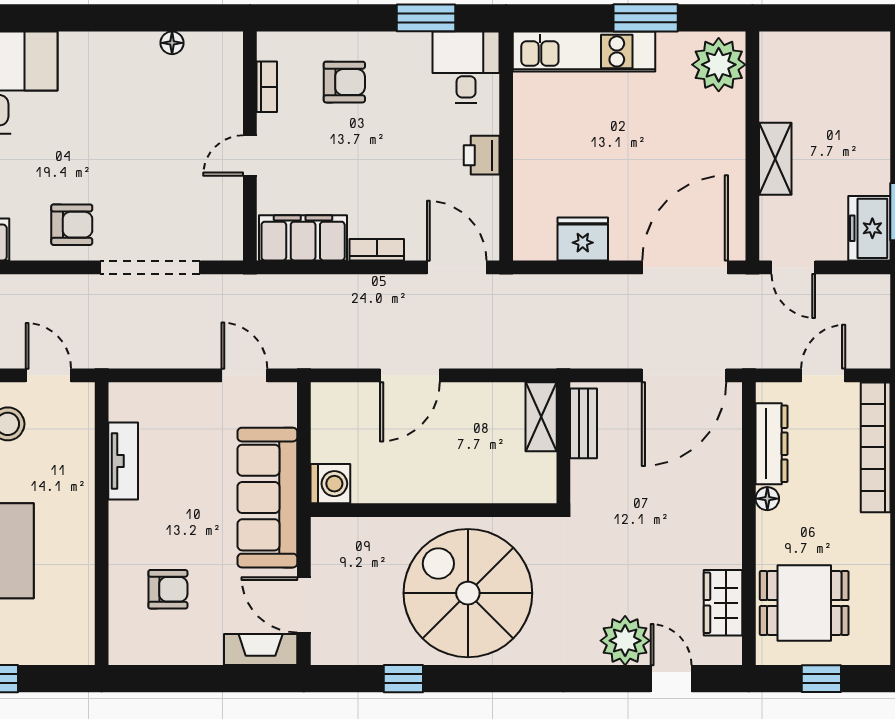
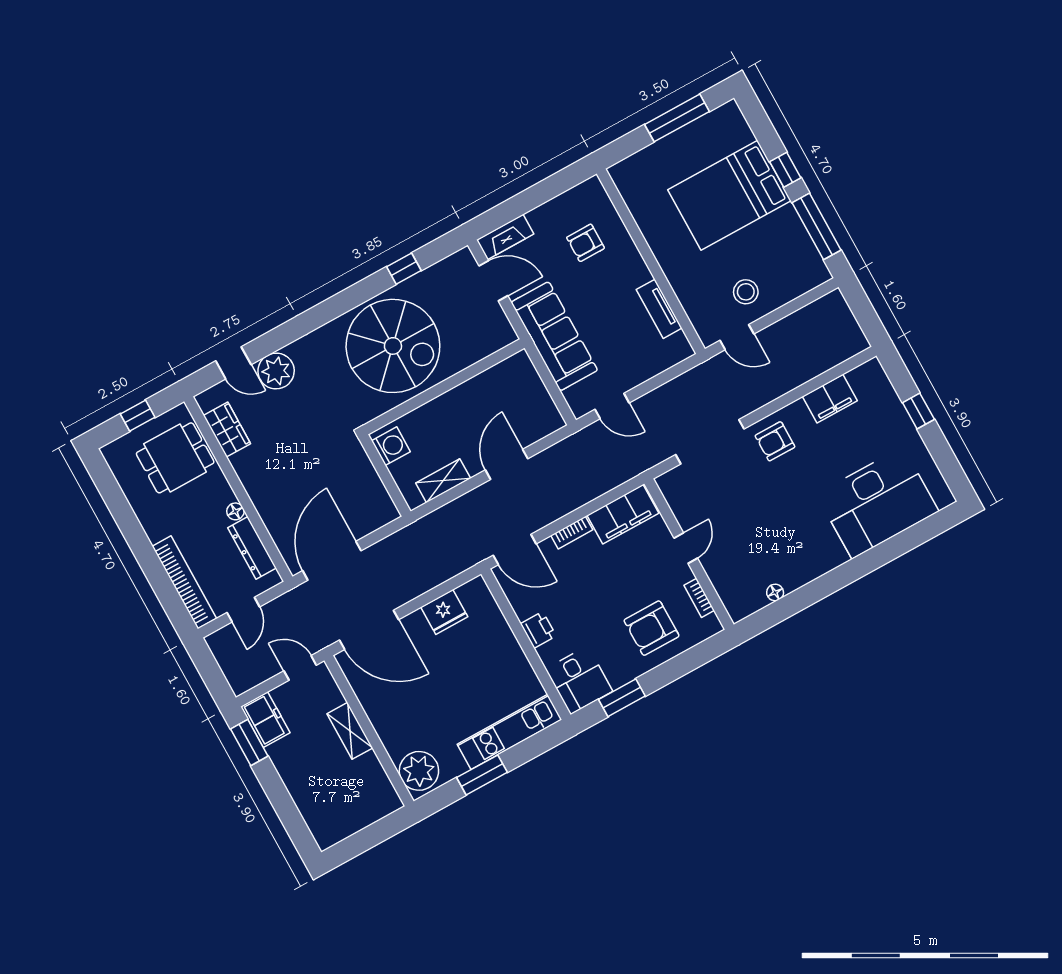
armchair: (344, 82) -> (652, 628), width x1.38, depth x1.38
door: (685, 267) -> (369, 630), hinge flipped
shelving: (541, 417) -> (443, 481), moved, turned 90
bench: (584, 423) -> (379, 495), removed
washing machine: (330, 484) -> (391, 446), moved, turned 180

